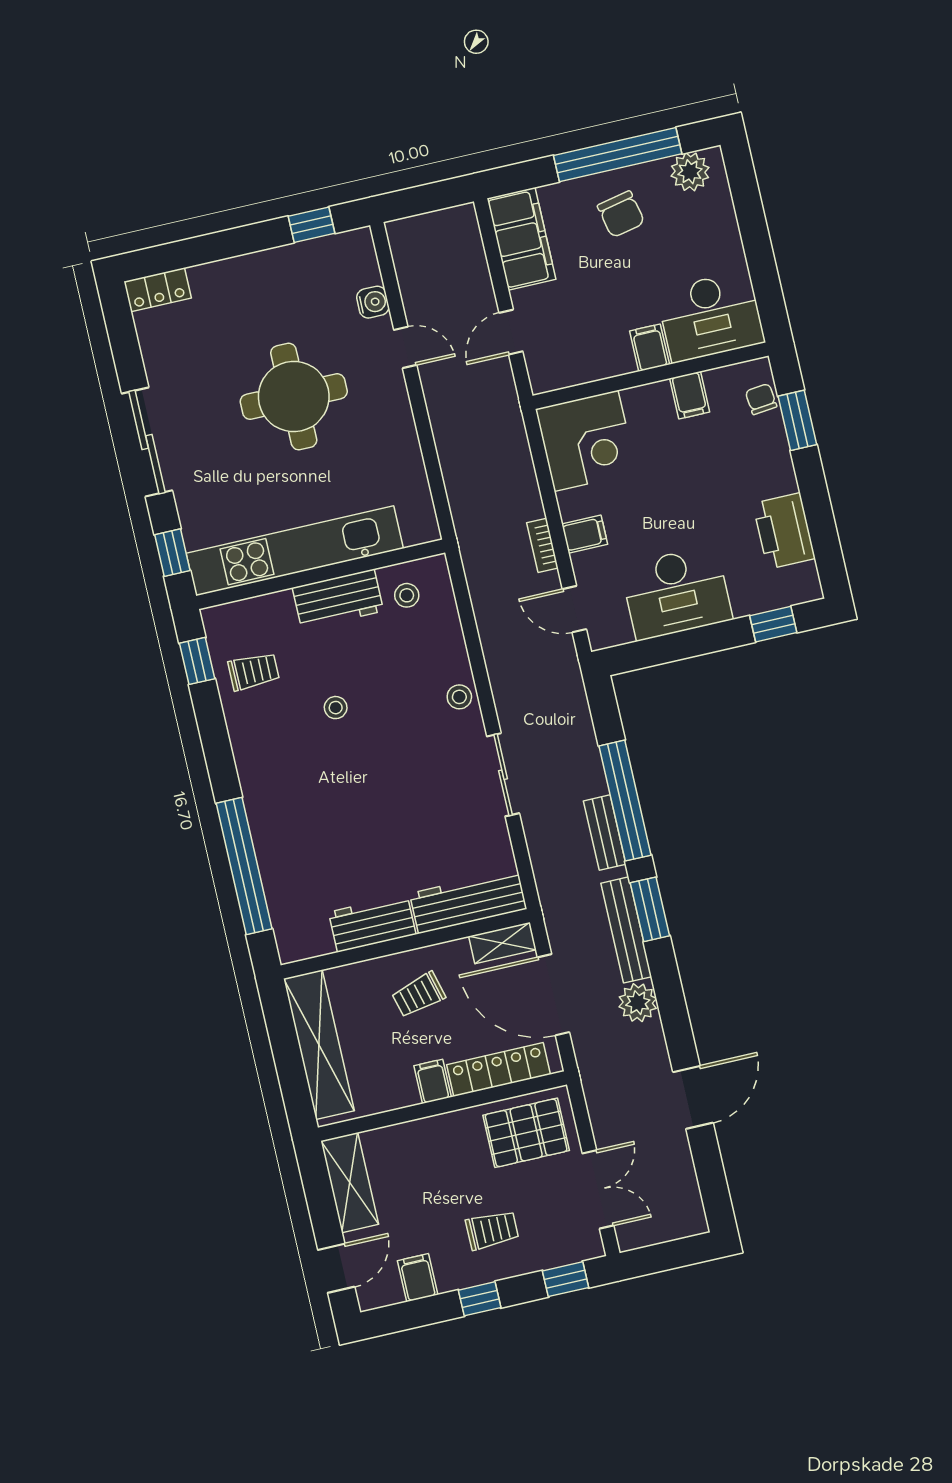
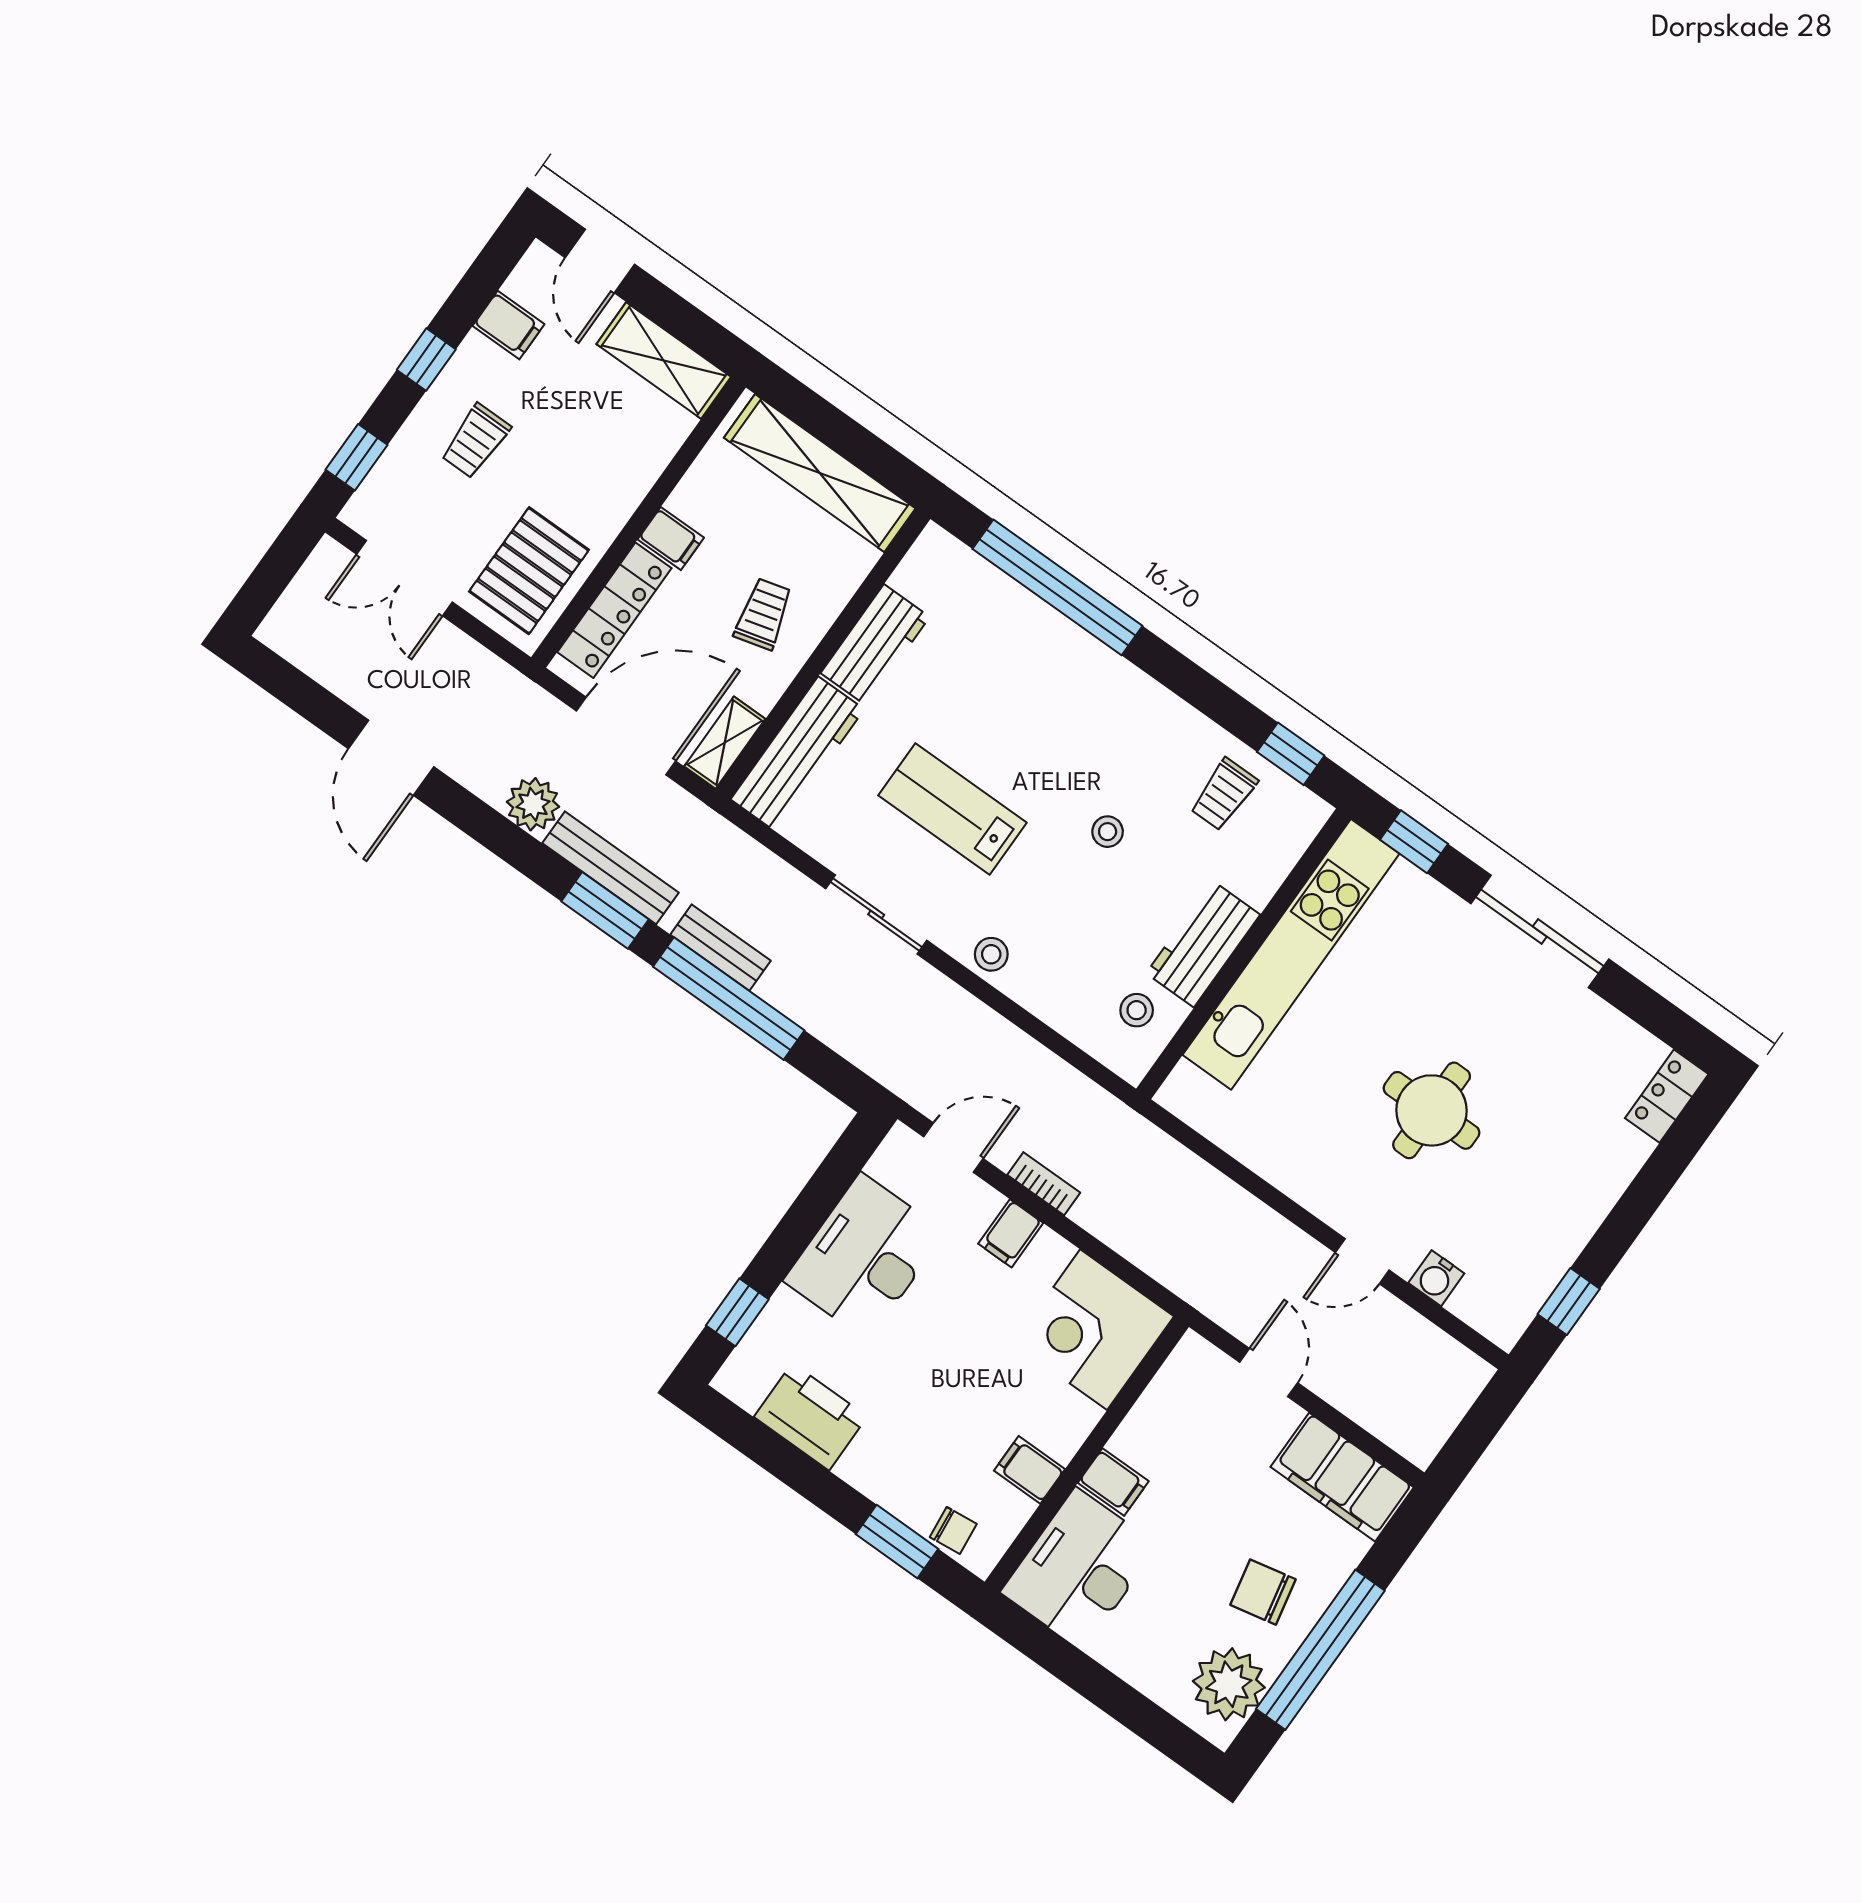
plant: (690, 172) -> (1229, 1684), width x1.36, depth x1.36
round table: (294, 397) -> (1432, 1110), width x0.73, depth x0.73
lab bench: (410, 796) -> (952, 809), added

